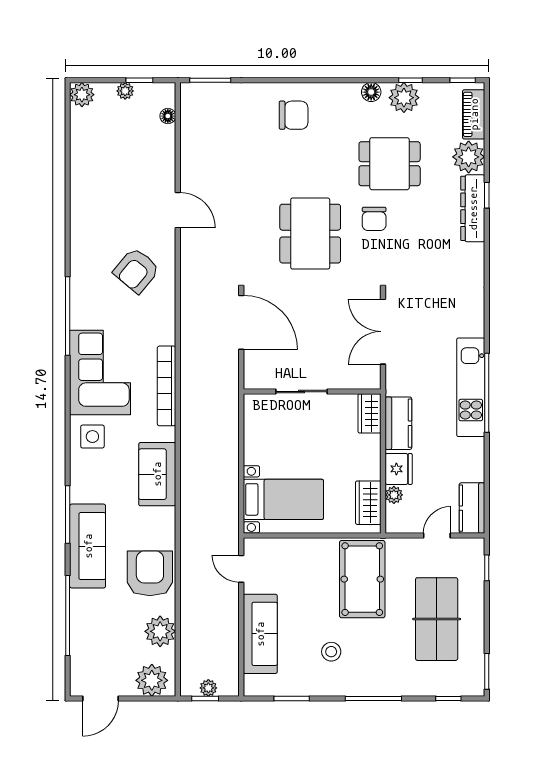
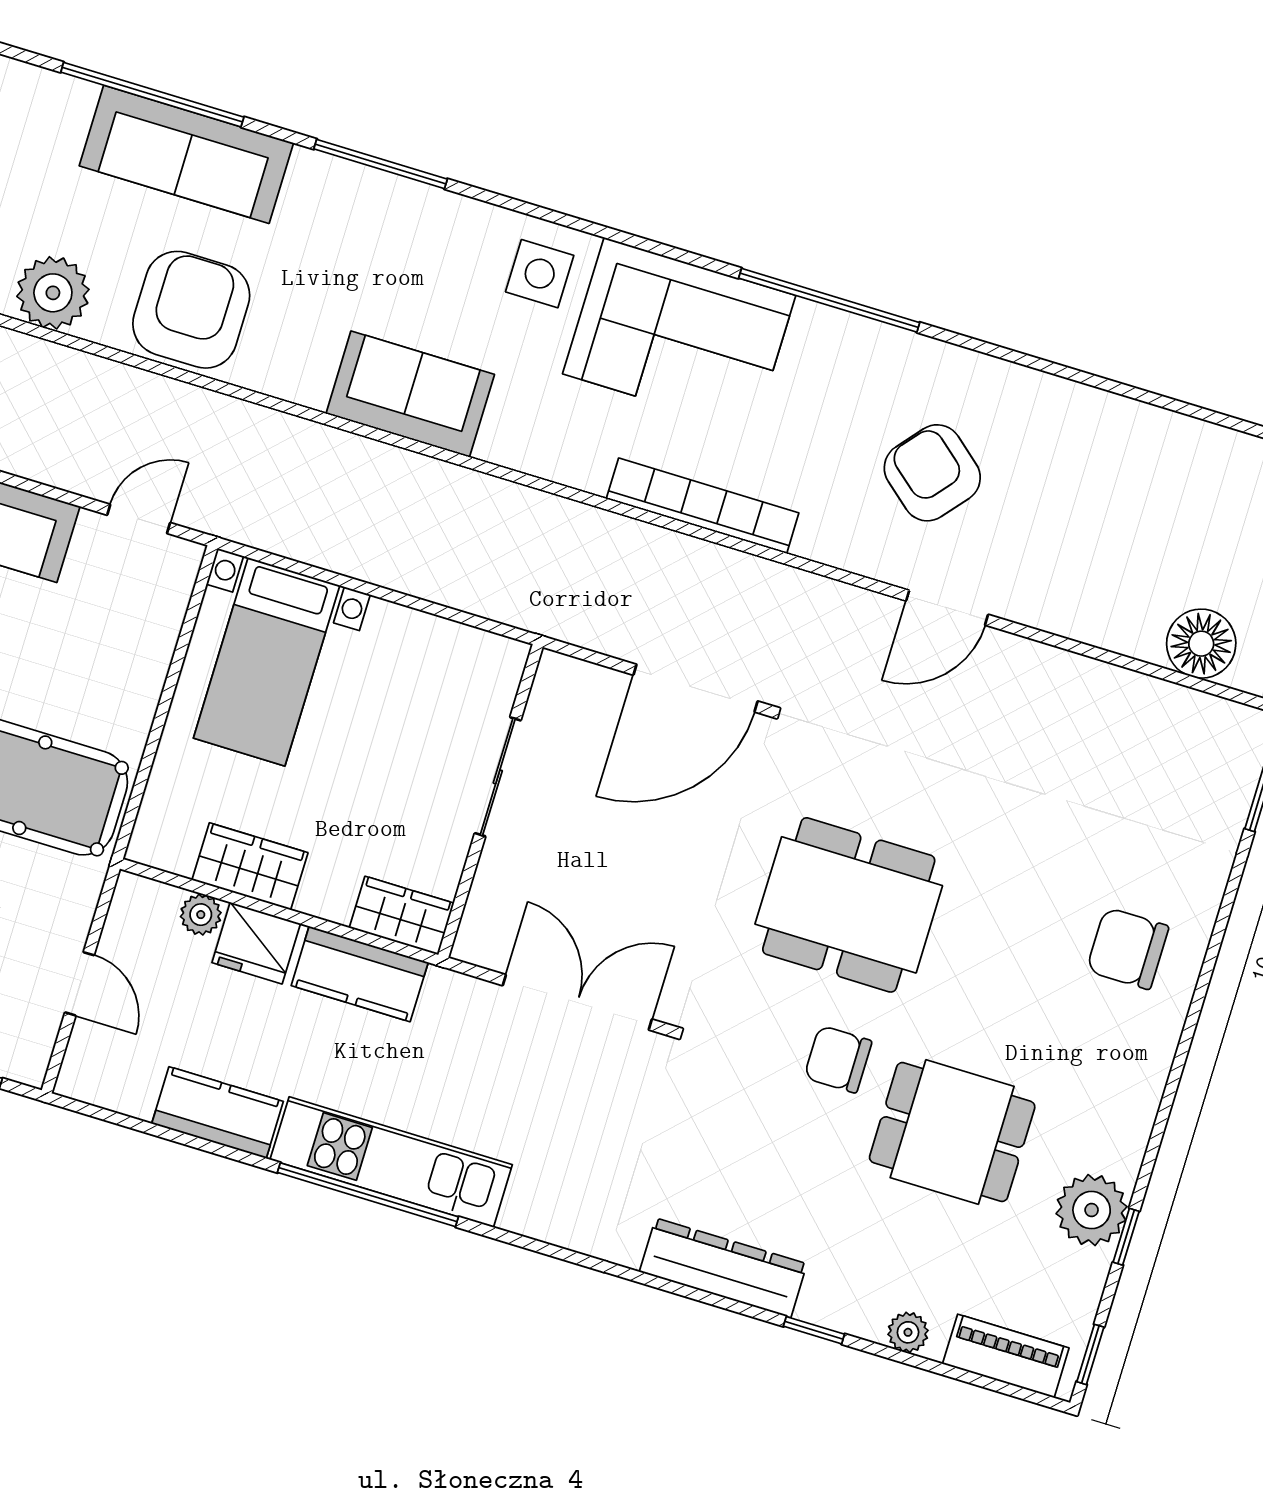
floor lamp: (371, 92) -> (1127, 1140), removed
chair: (294, 115) -> (1128, 948), turned 90
floor lamp: (168, 116) -> (1201, 644), width x1.89, depth x1.89
plant: (469, 157) -> (908, 1332), width x0.53, depth x0.53
dining table: (390, 164) -> (952, 1132), turned 90
dresser: (473, 208) -> (723, 1268), moved
door: (178, 210) -> (947, 608), moved
armchair: (136, 270) -> (932, 473), moved
bookcase: (167, 386) -> (703, 506), moved
wardrobe: (368, 503) -> (250, 866), moved
kitchen counter: (472, 508) -> (218, 1113), moved
sofa: (88, 546) -> (186, 154), moved
armchair: (150, 573) -> (191, 310), turned -90

